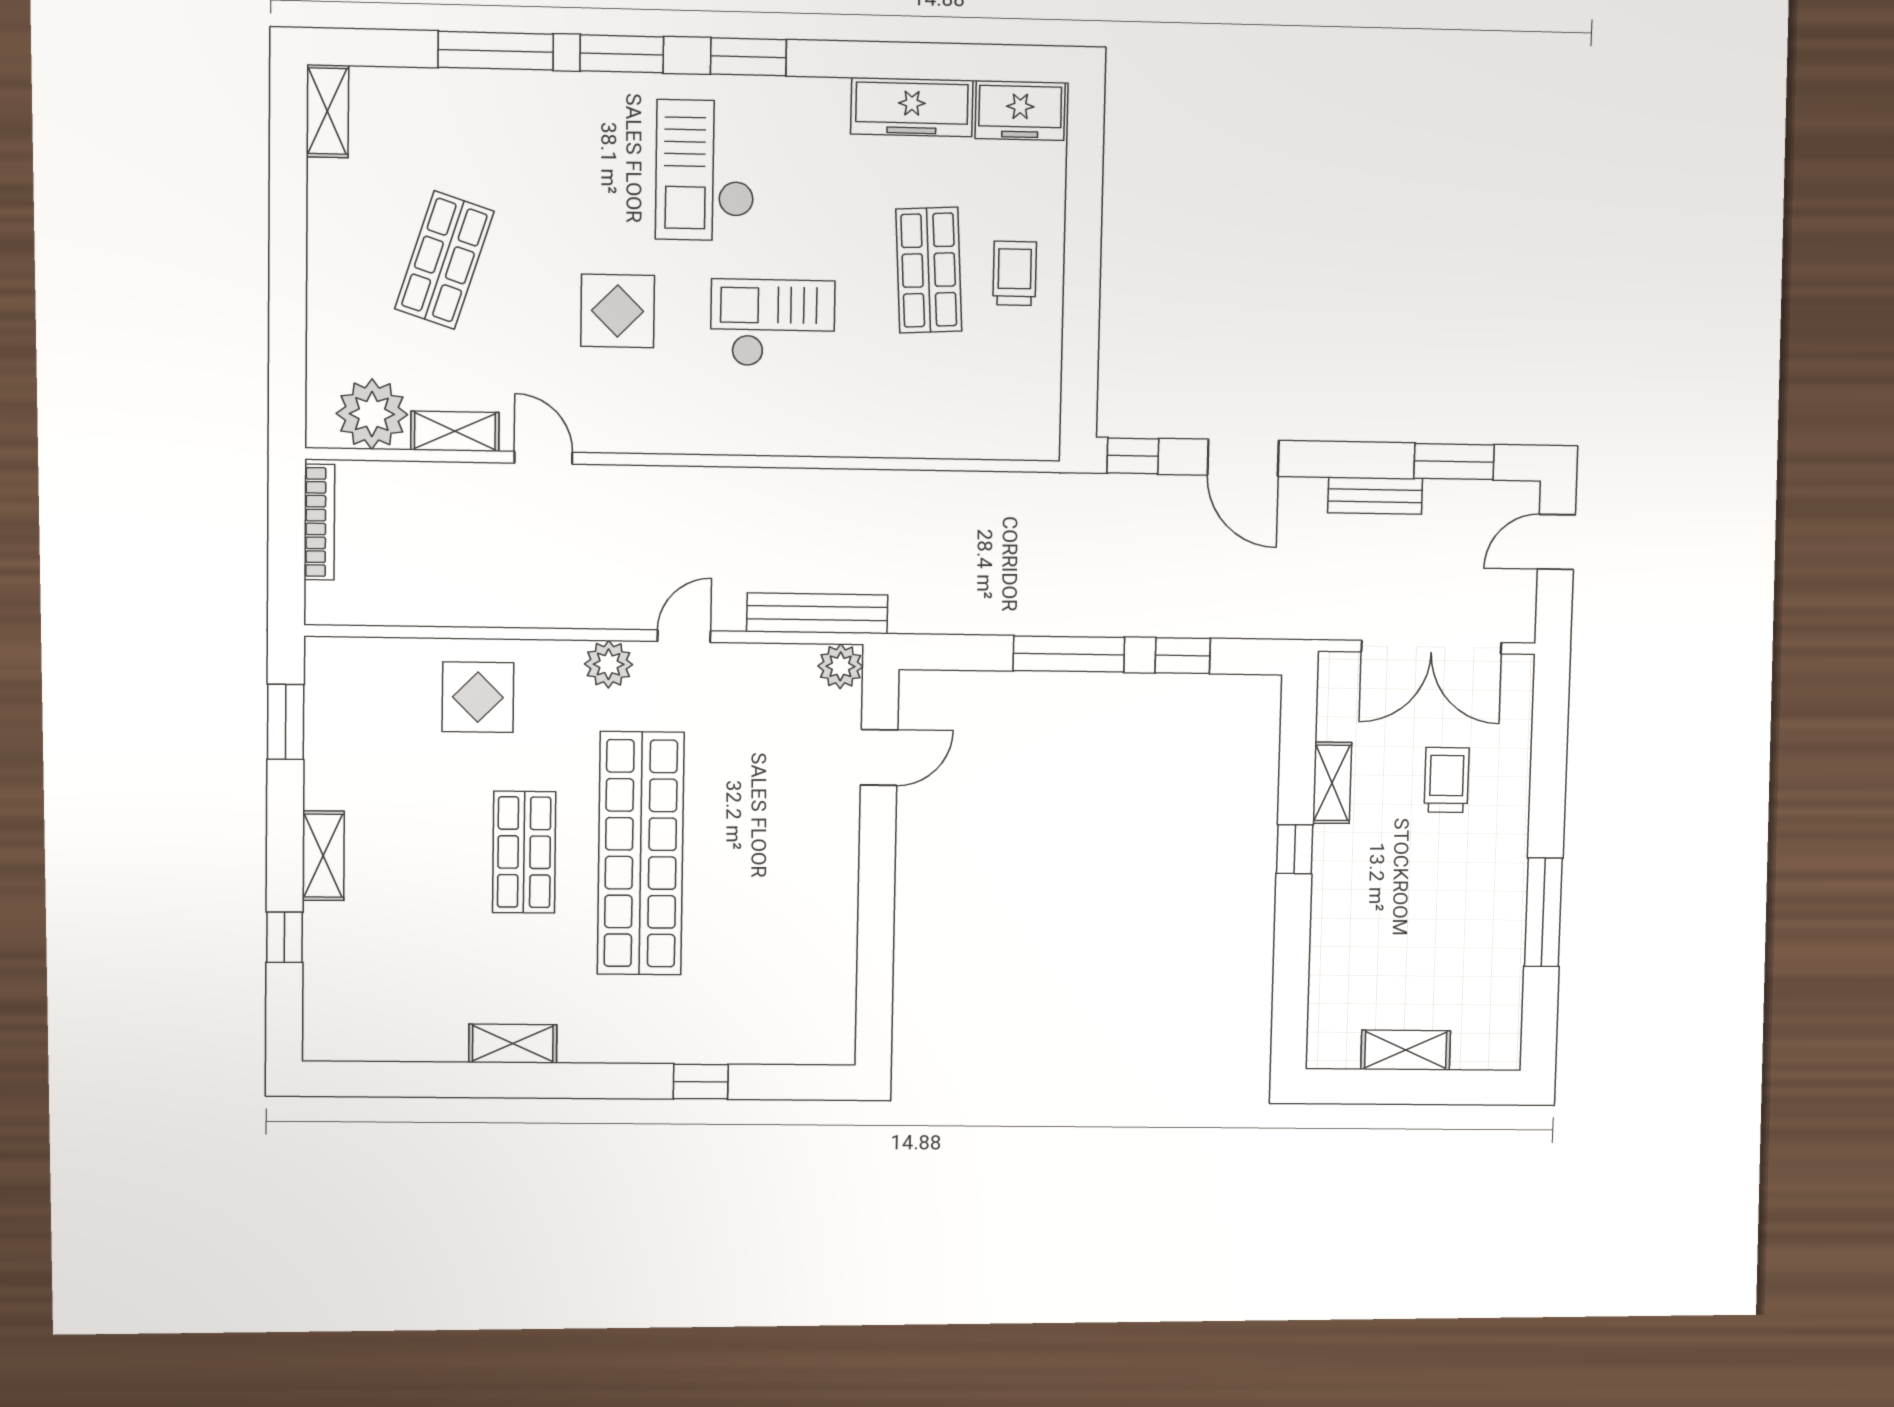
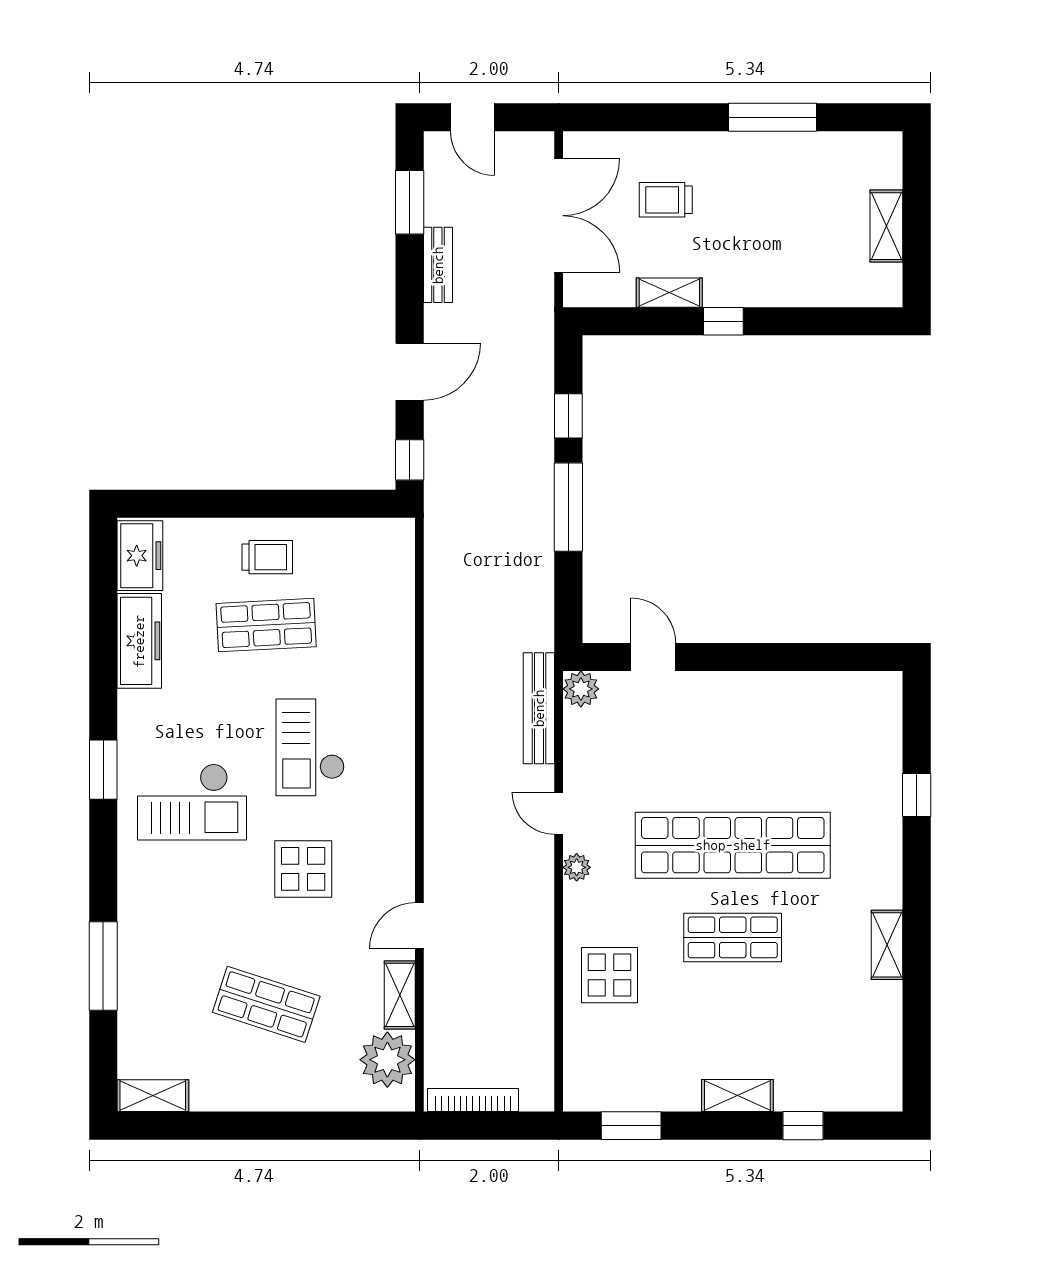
window: (622, 54) -> (103, 868), removed
trolley: (1015, 273) -> (267, 557), turned 180
plant: (609, 664) -> (577, 867), width x0.73, depth x0.73

